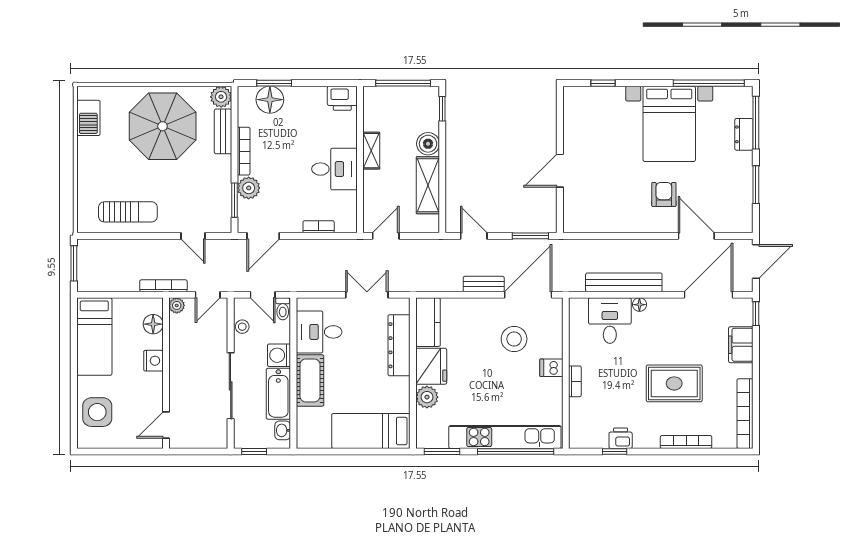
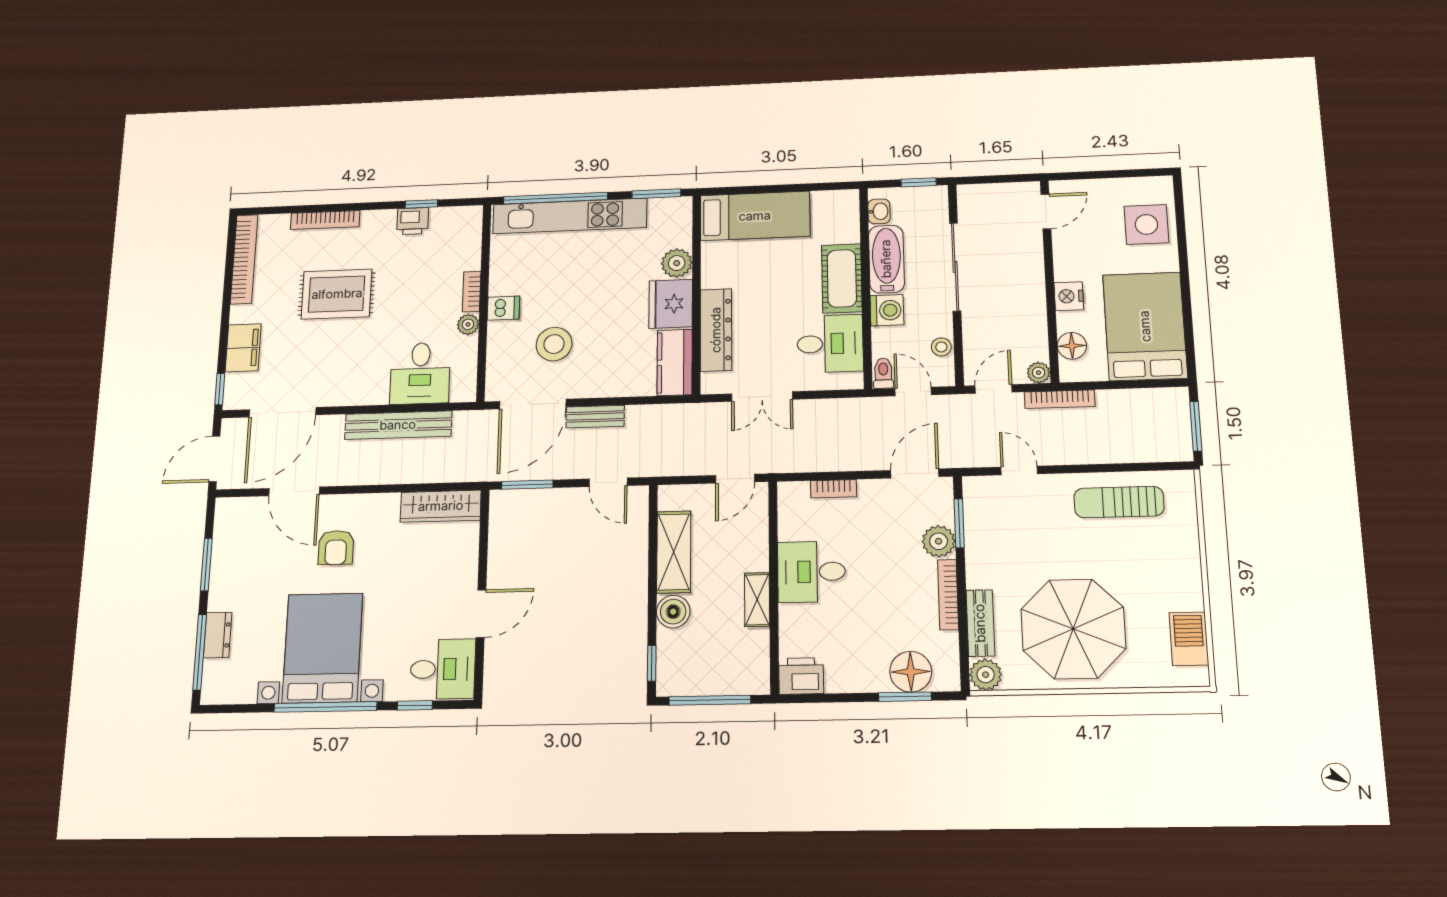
window: (709, 83) -> (325, 707), moved
desk: (585, 108) -> (443, 669), added
door: (560, 171) -> (481, 614), moved
wardrobe: (591, 222) -> (441, 506), added
floor lamp: (639, 305) -> (378, 396), removed
bed: (94, 337) -> (1145, 326), width x1.50
plant: (577, 356) -> (468, 324), added

